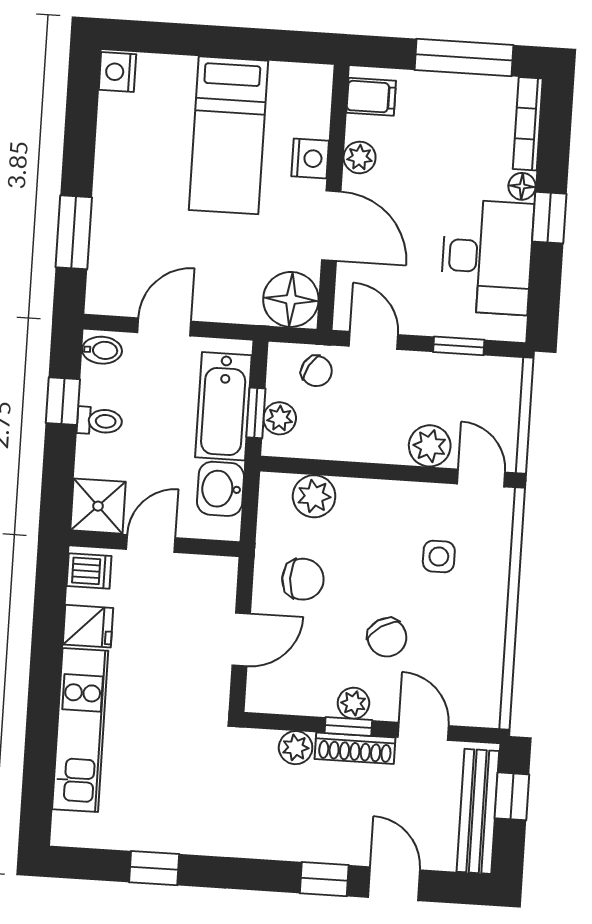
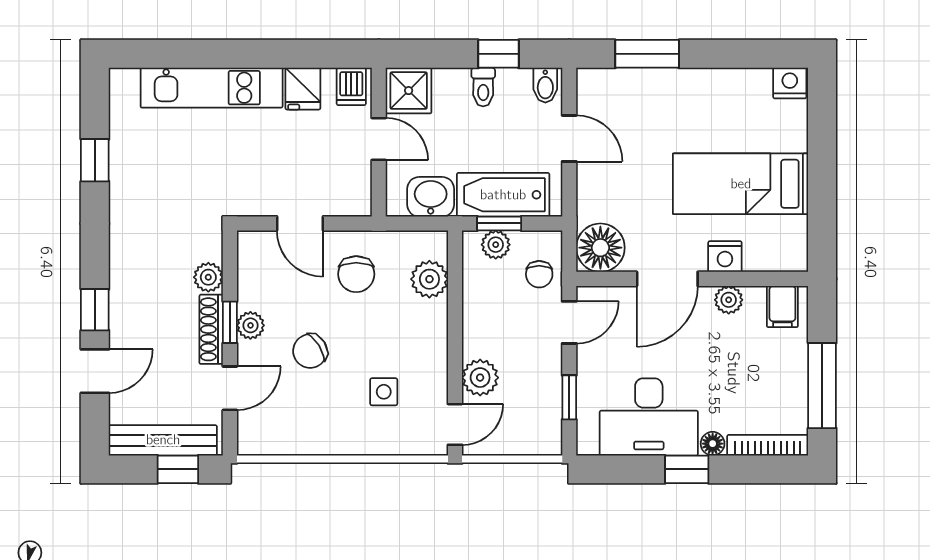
chair: (317, 371) -> (539, 274), turned -31

